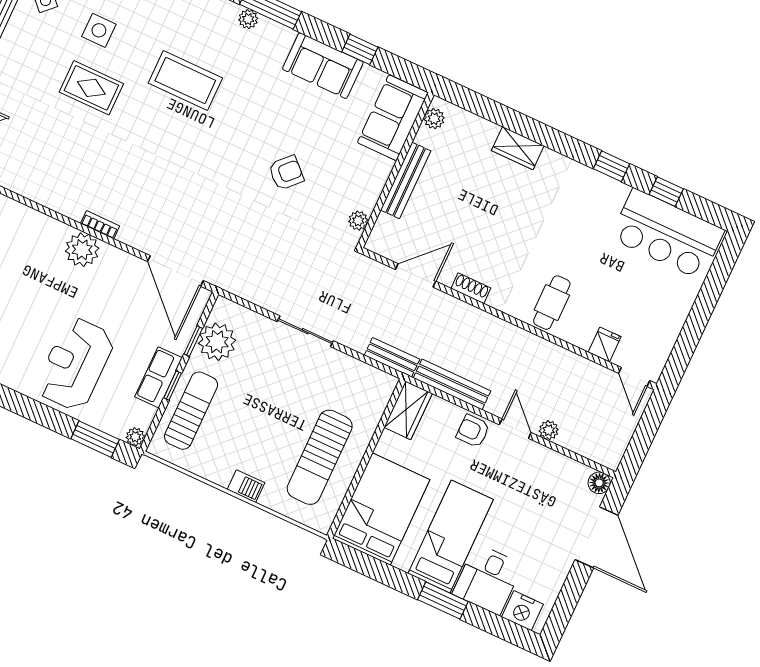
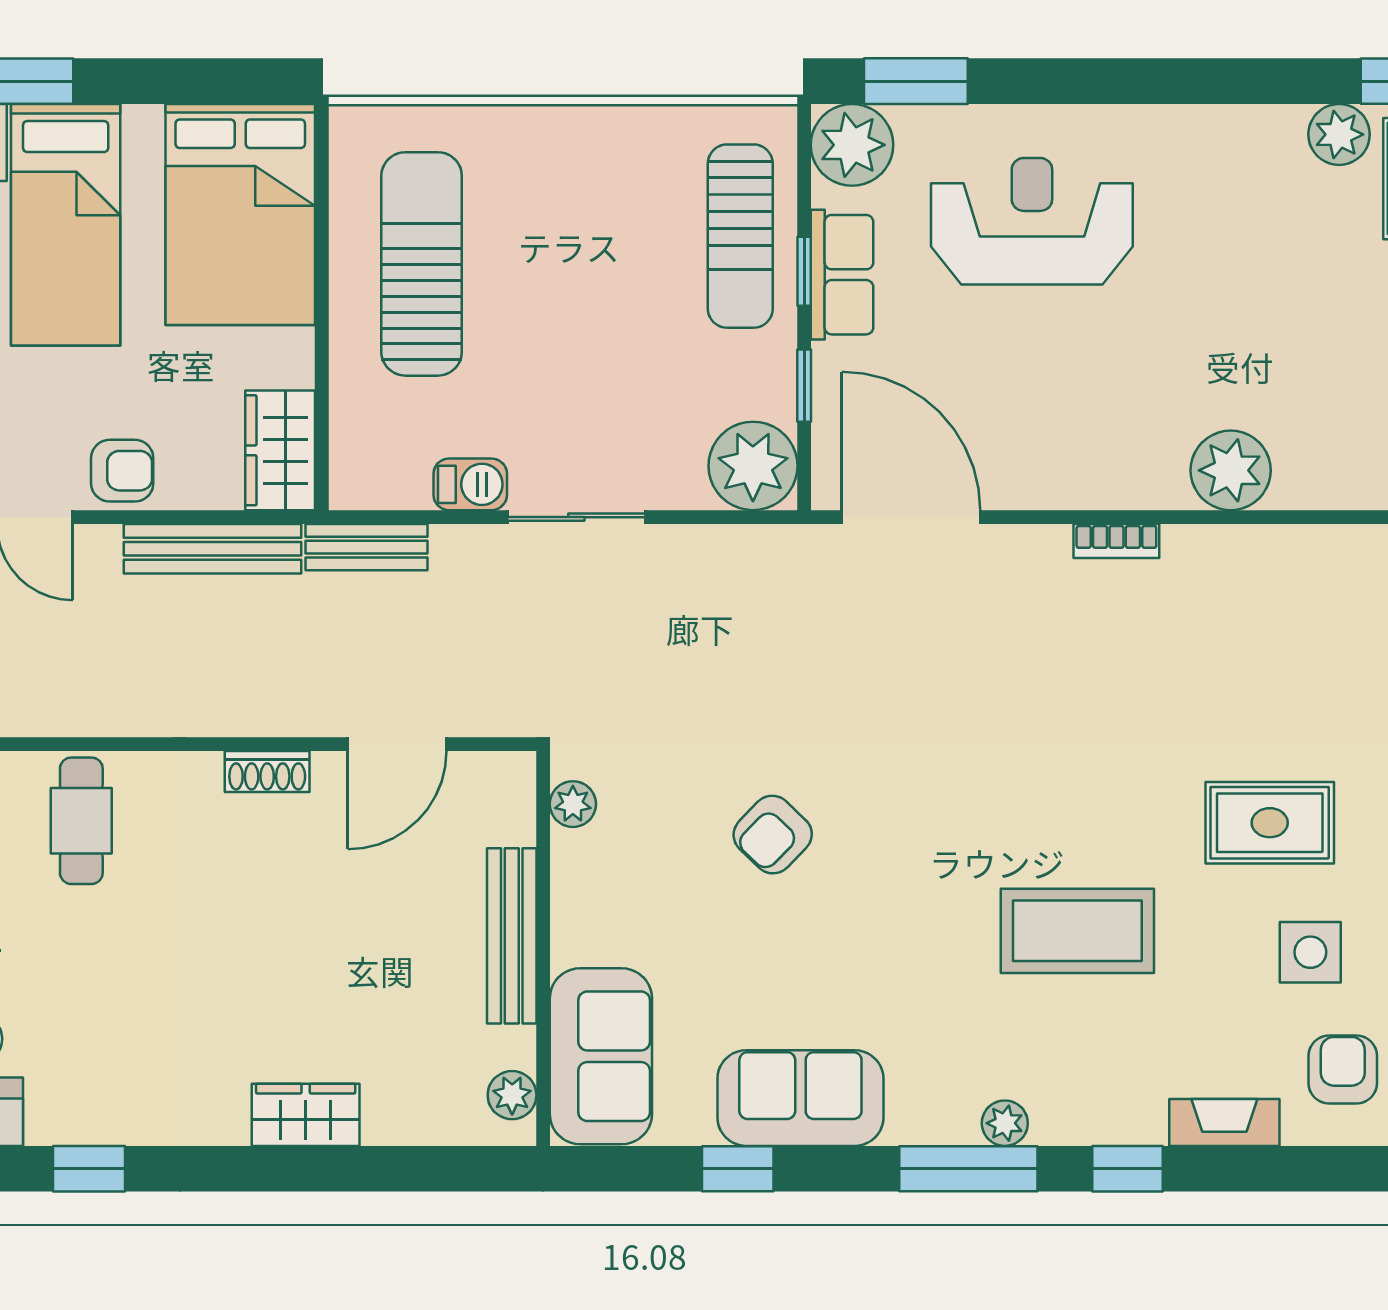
plant: (82, 250) -> (1231, 470), moved
plant: (217, 342) -> (753, 466), moved
reception desk: (75, 364) -> (1032, 221), turned -90
plant: (135, 437) -> (852, 145), width x1.87, depth x1.87
barbecue: (246, 486) -> (470, 484), moved, turned 180

